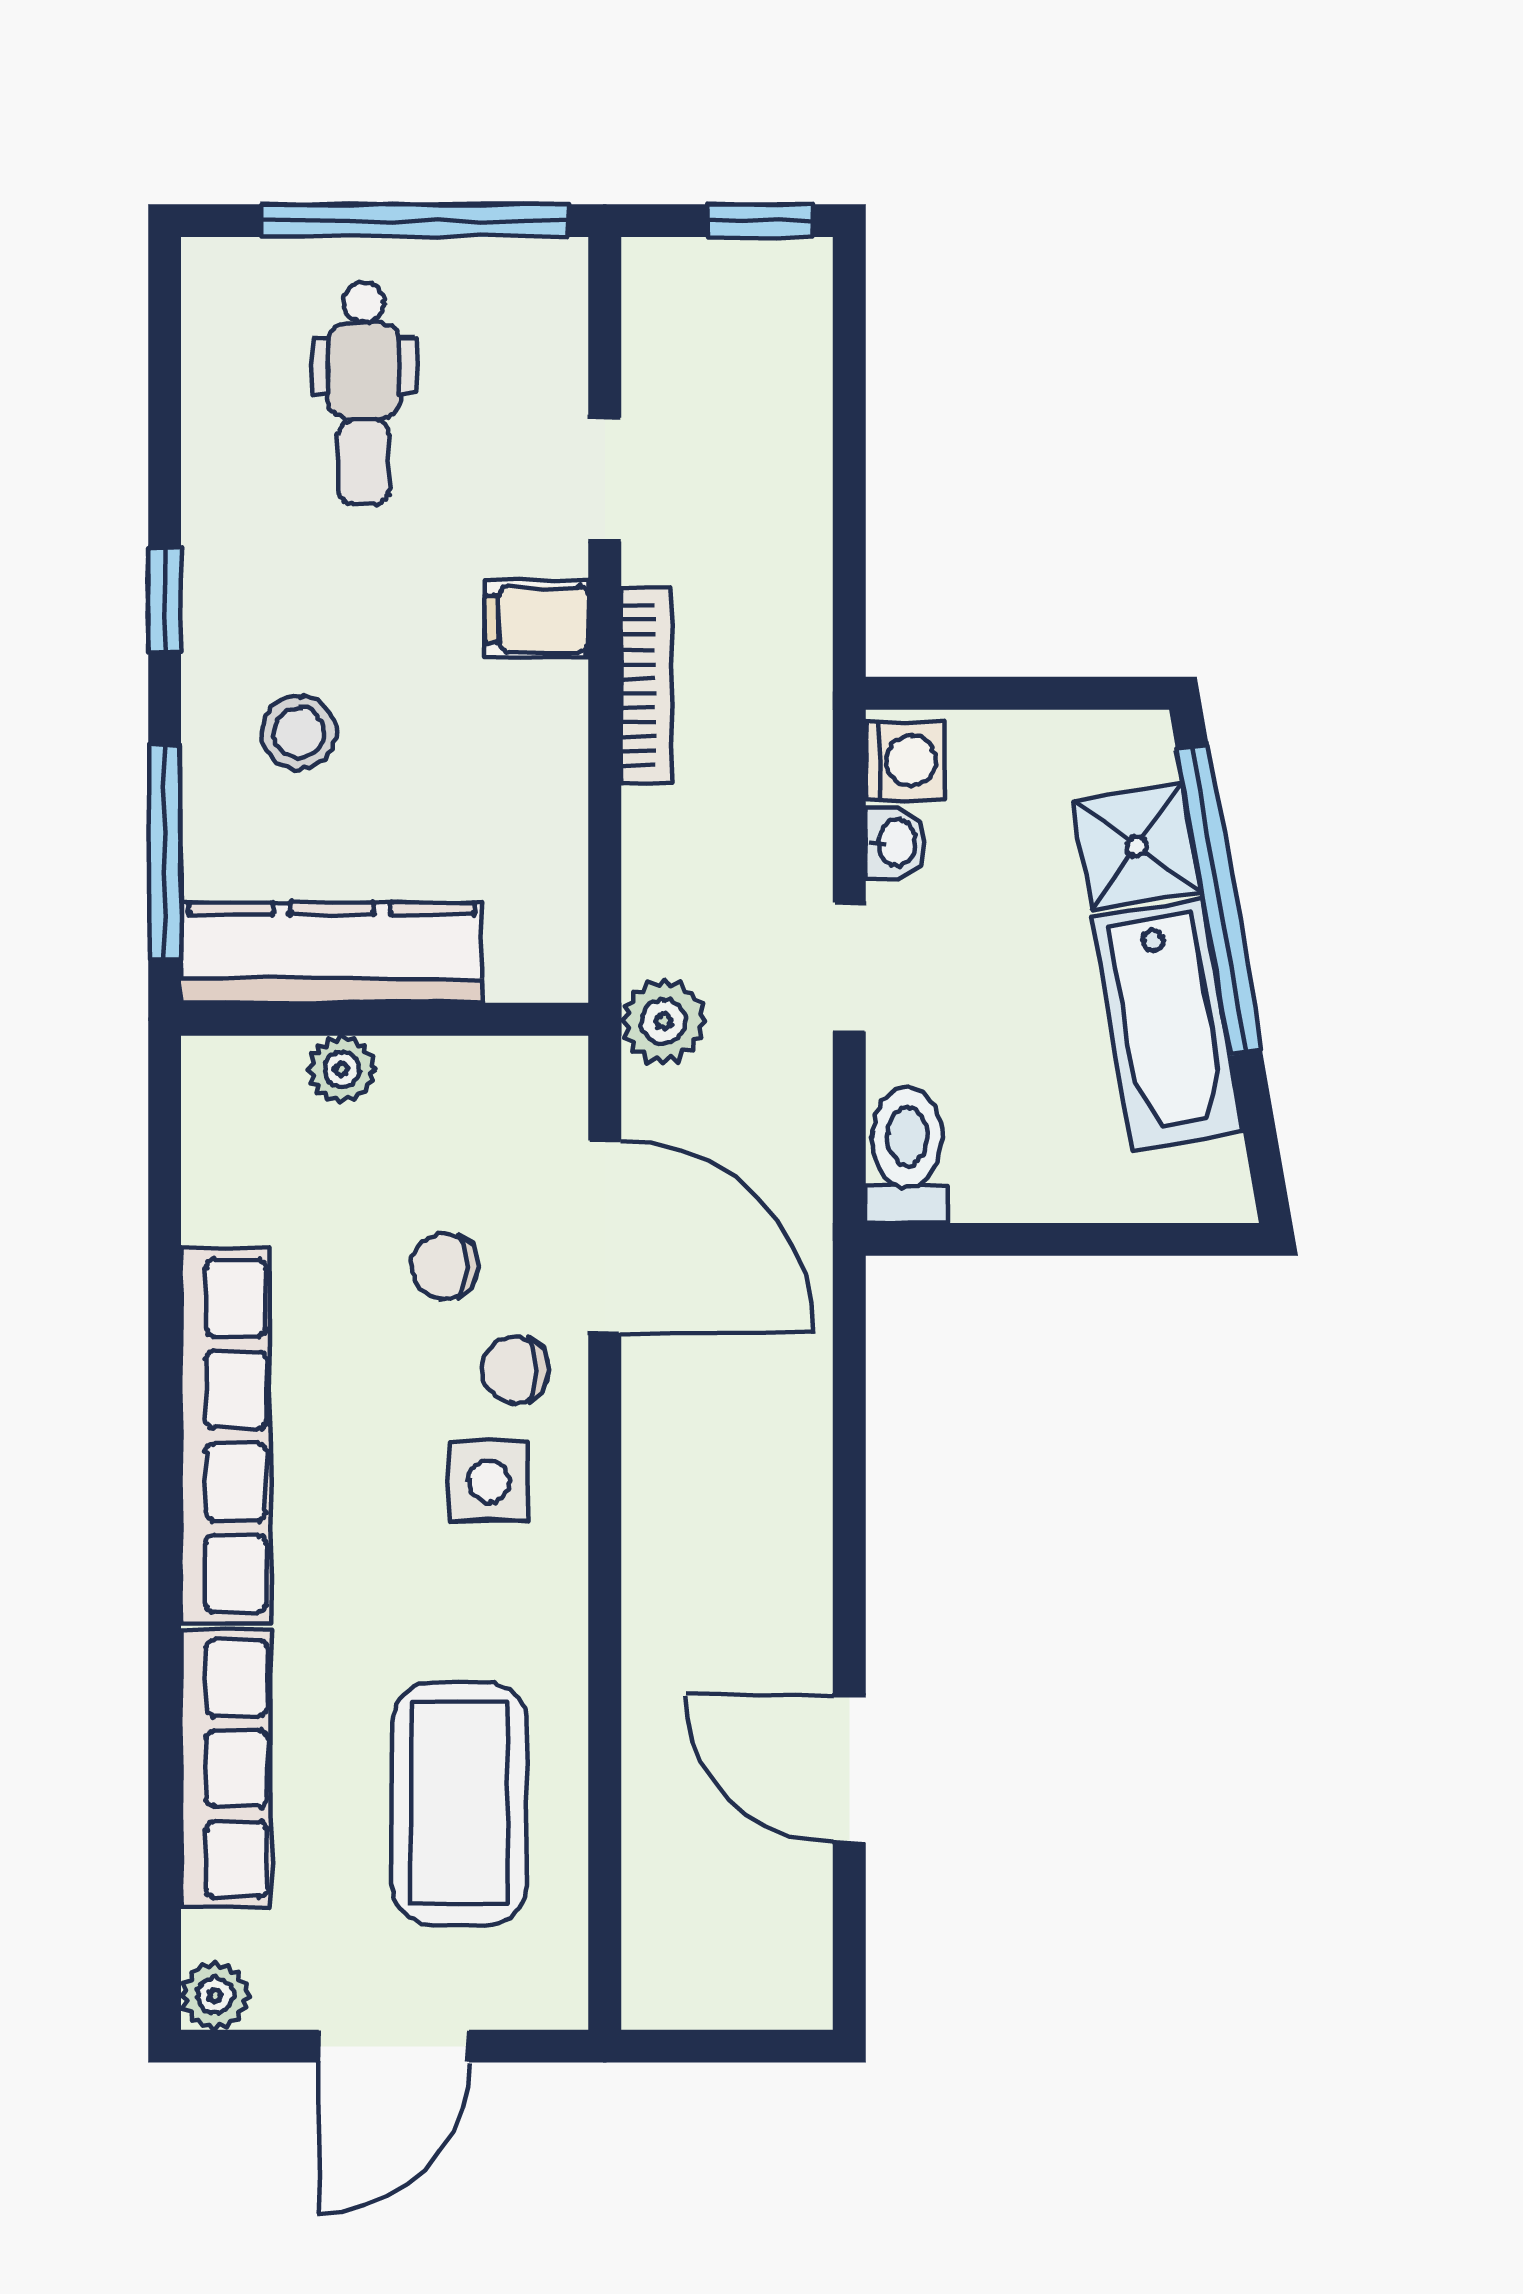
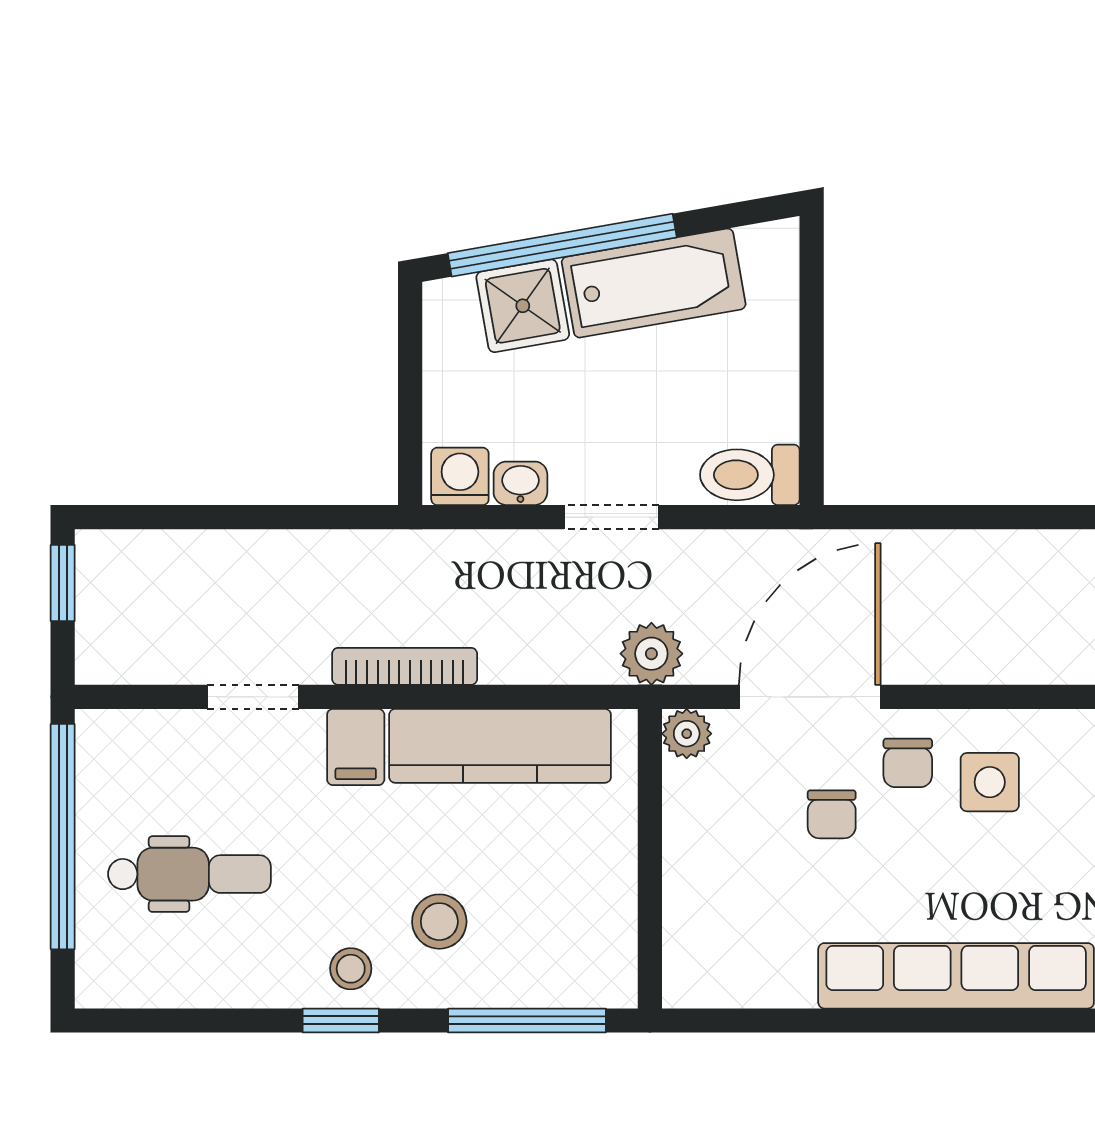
stool: (235, 612) -> (351, 969), added
kitchen counter: (332, 953) -> (500, 746), moved, turned -90
plant: (342, 1069) -> (687, 734), moved

